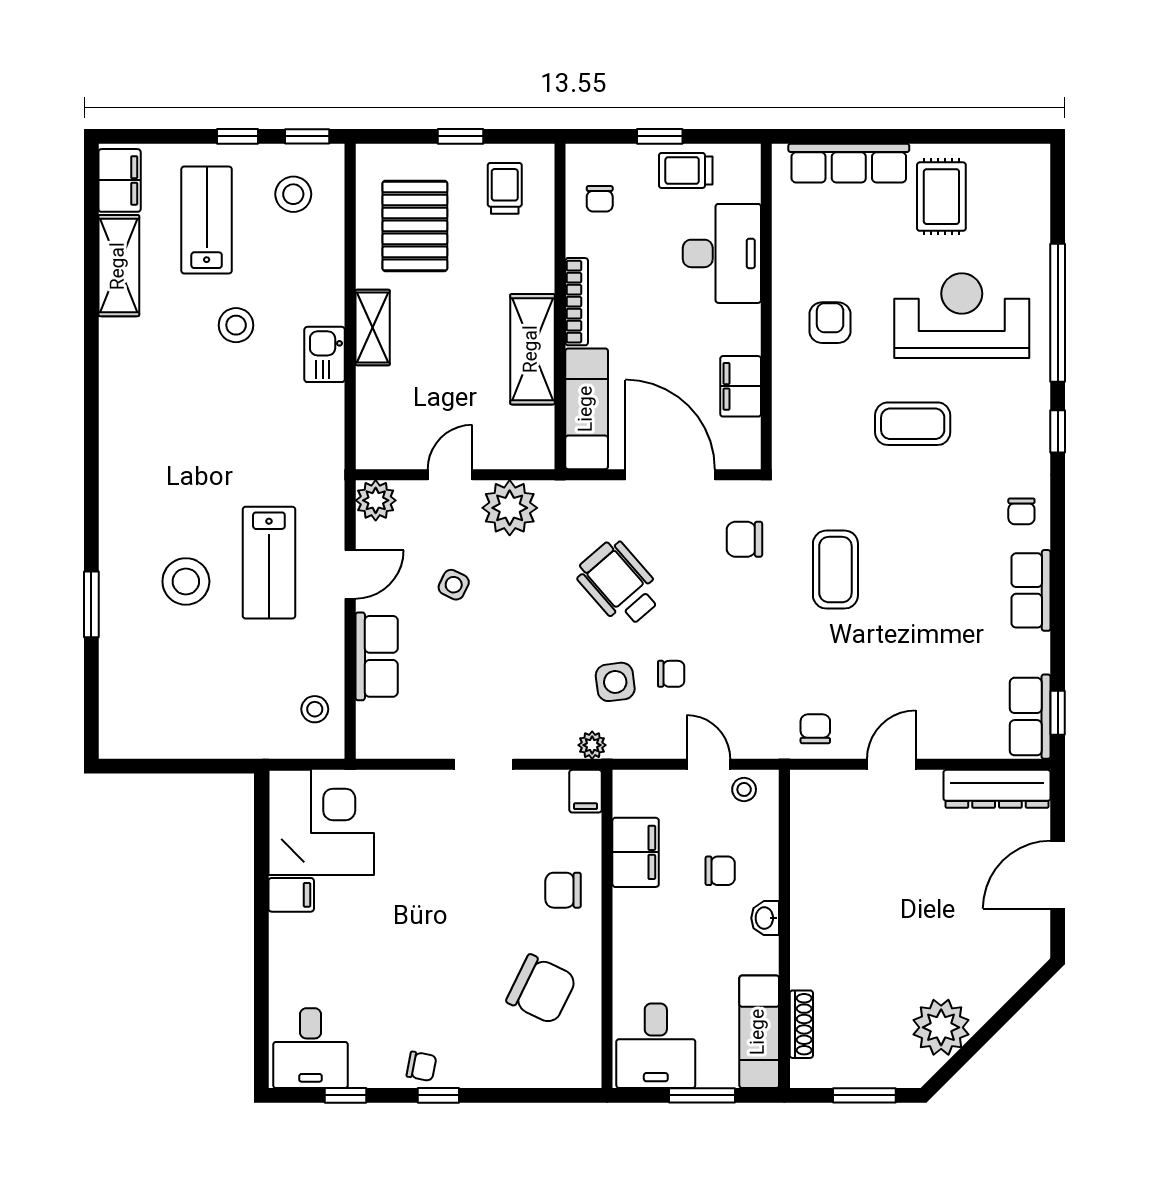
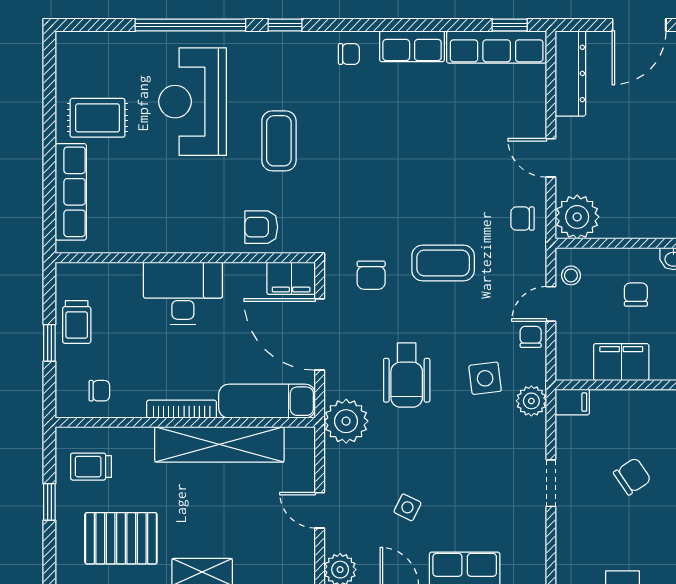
desk: (722, 253) -> (183, 293), moved
armchair: (830, 323) -> (261, 227), moved
shelving: (532, 349) -> (219, 444), width x1.47
filing cabinet: (741, 386) -> (291, 278), moved
door: (670, 475) -> (320, 334), hinge flipped
plant: (510, 508) -> (346, 421), moved
coffee table: (835, 570) -> (443, 263), moved
wheelchair: (619, 584) -> (407, 375), turned -49
chair: (671, 674) -> (531, 337), moved
row of seats: (1030, 717) -> (497, 47), width x1.48
plant: (592, 745) -> (531, 401), width x1.38, depth x1.38
plant: (817, 797) -> (577, 217), added
door: (1058, 875) -> (639, 25), hinge flipped
chair: (563, 890) -> (632, 476), moved, turned -124

